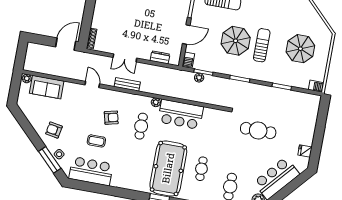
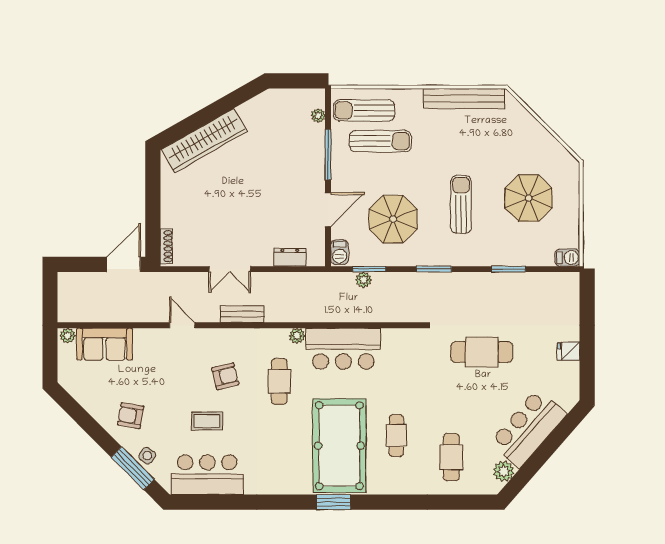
parasol: (236, 41) -> (393, 219), moved
fridge: (305, 151) -> (569, 351), moved

